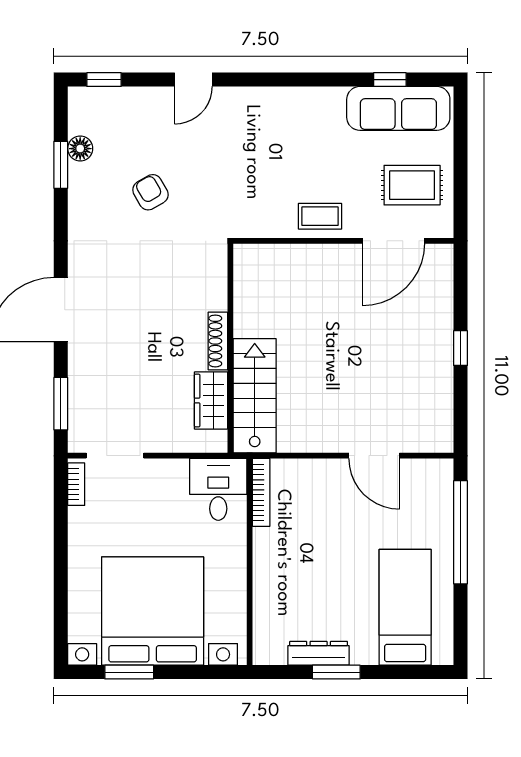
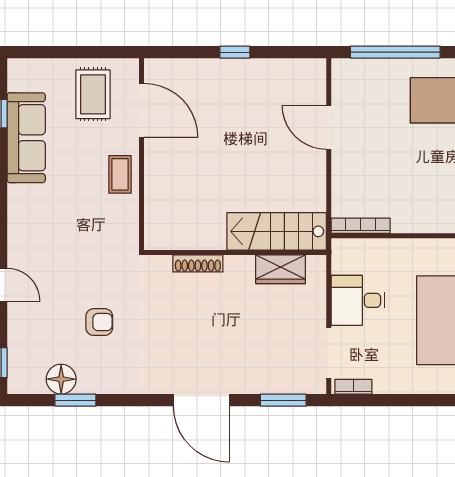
sofa: (398, 108) -> (26, 138), moved
floor lamp: (80, 149) -> (61, 379), width x1.38, depth x1.38
armchair: (150, 192) -> (99, 322), turned -150
shoe rack: (218, 341) -> (198, 263), moved
door: (374, 456) -> (329, 127), swing flipped
desk: (218, 489) -> (358, 300), moved

